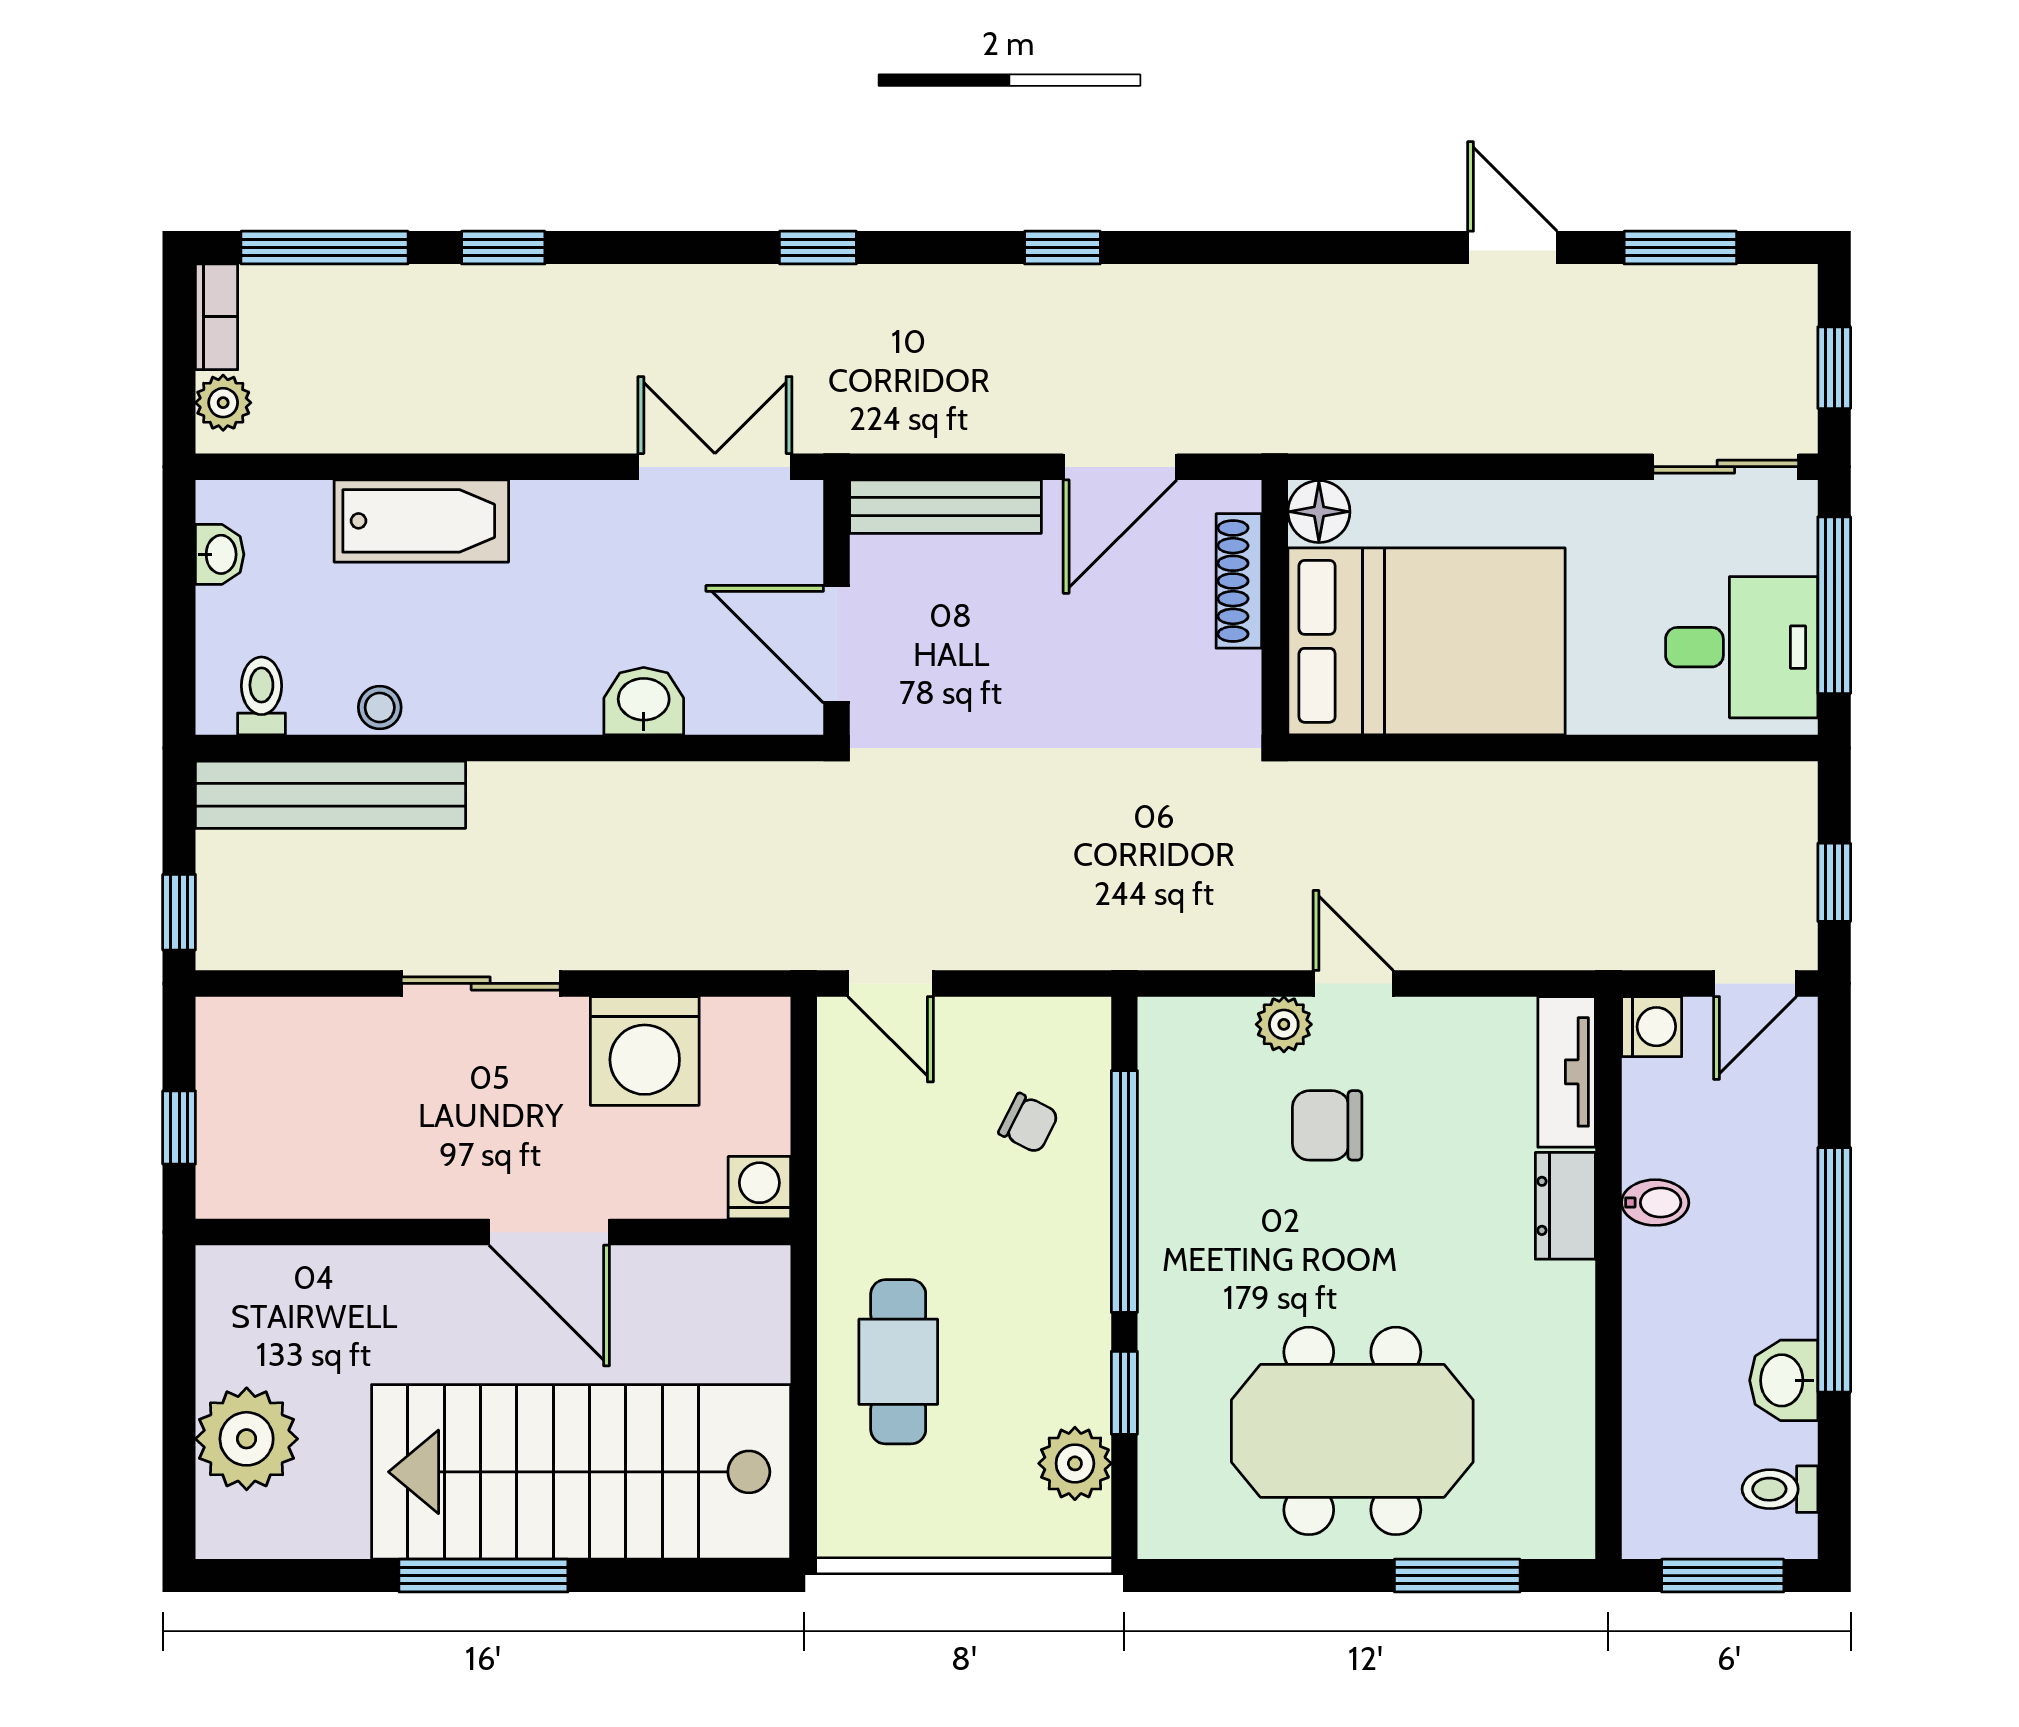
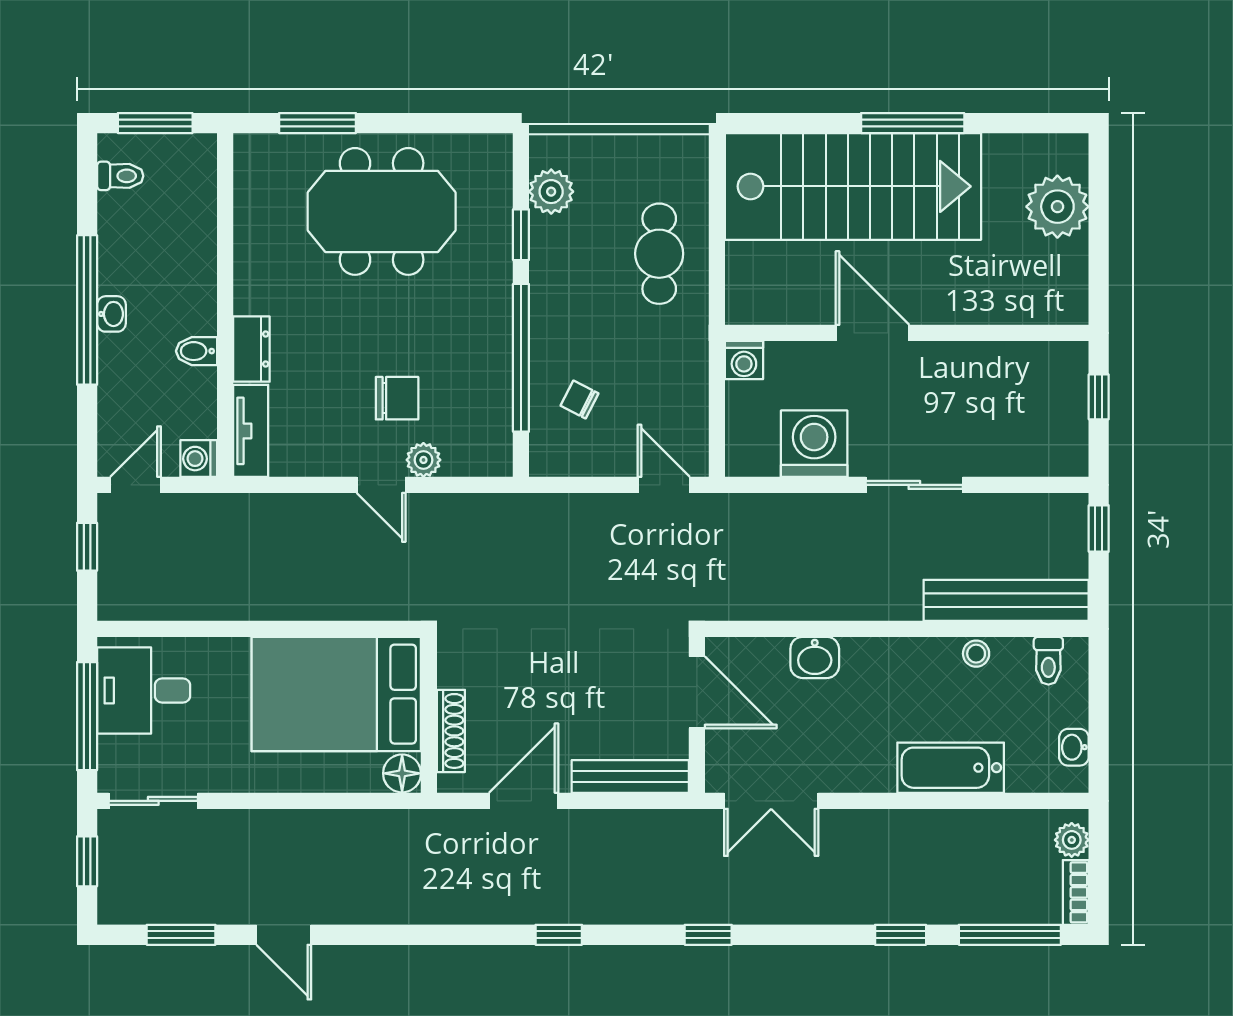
washbasin: (1784, 1380) -> (111, 314), moved, width x0.72, depth x0.69

